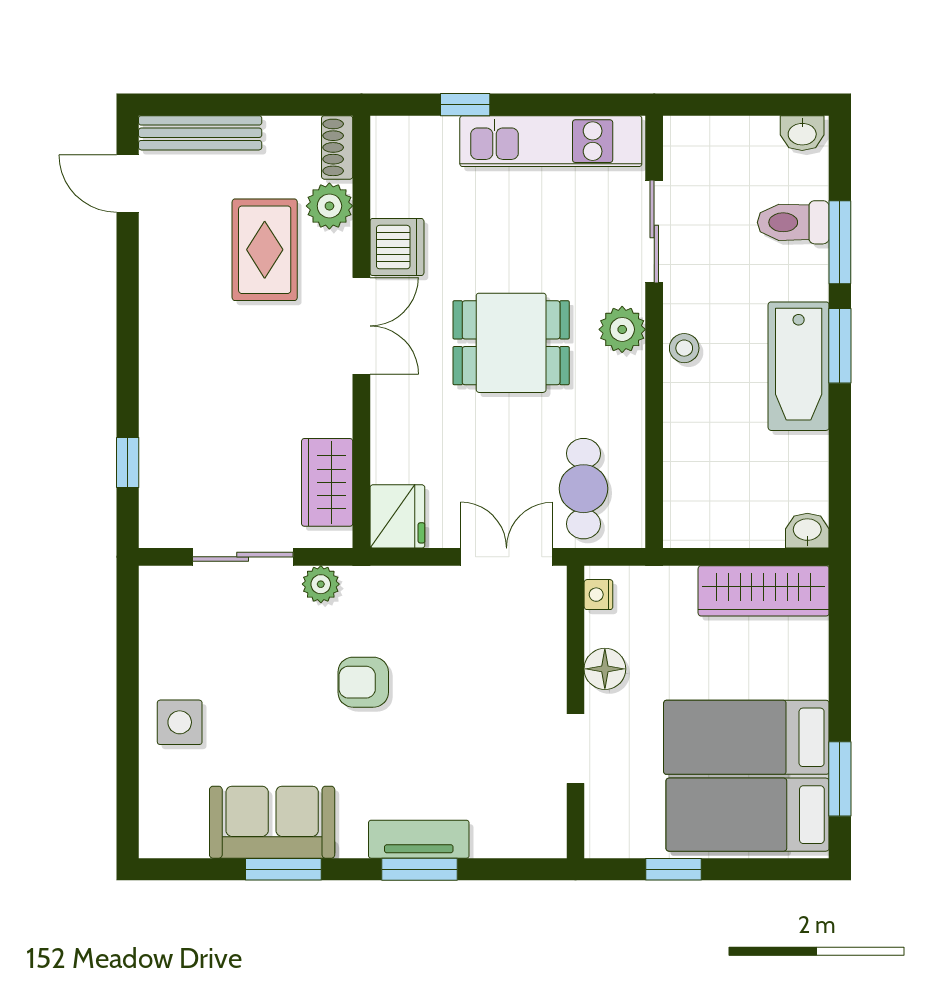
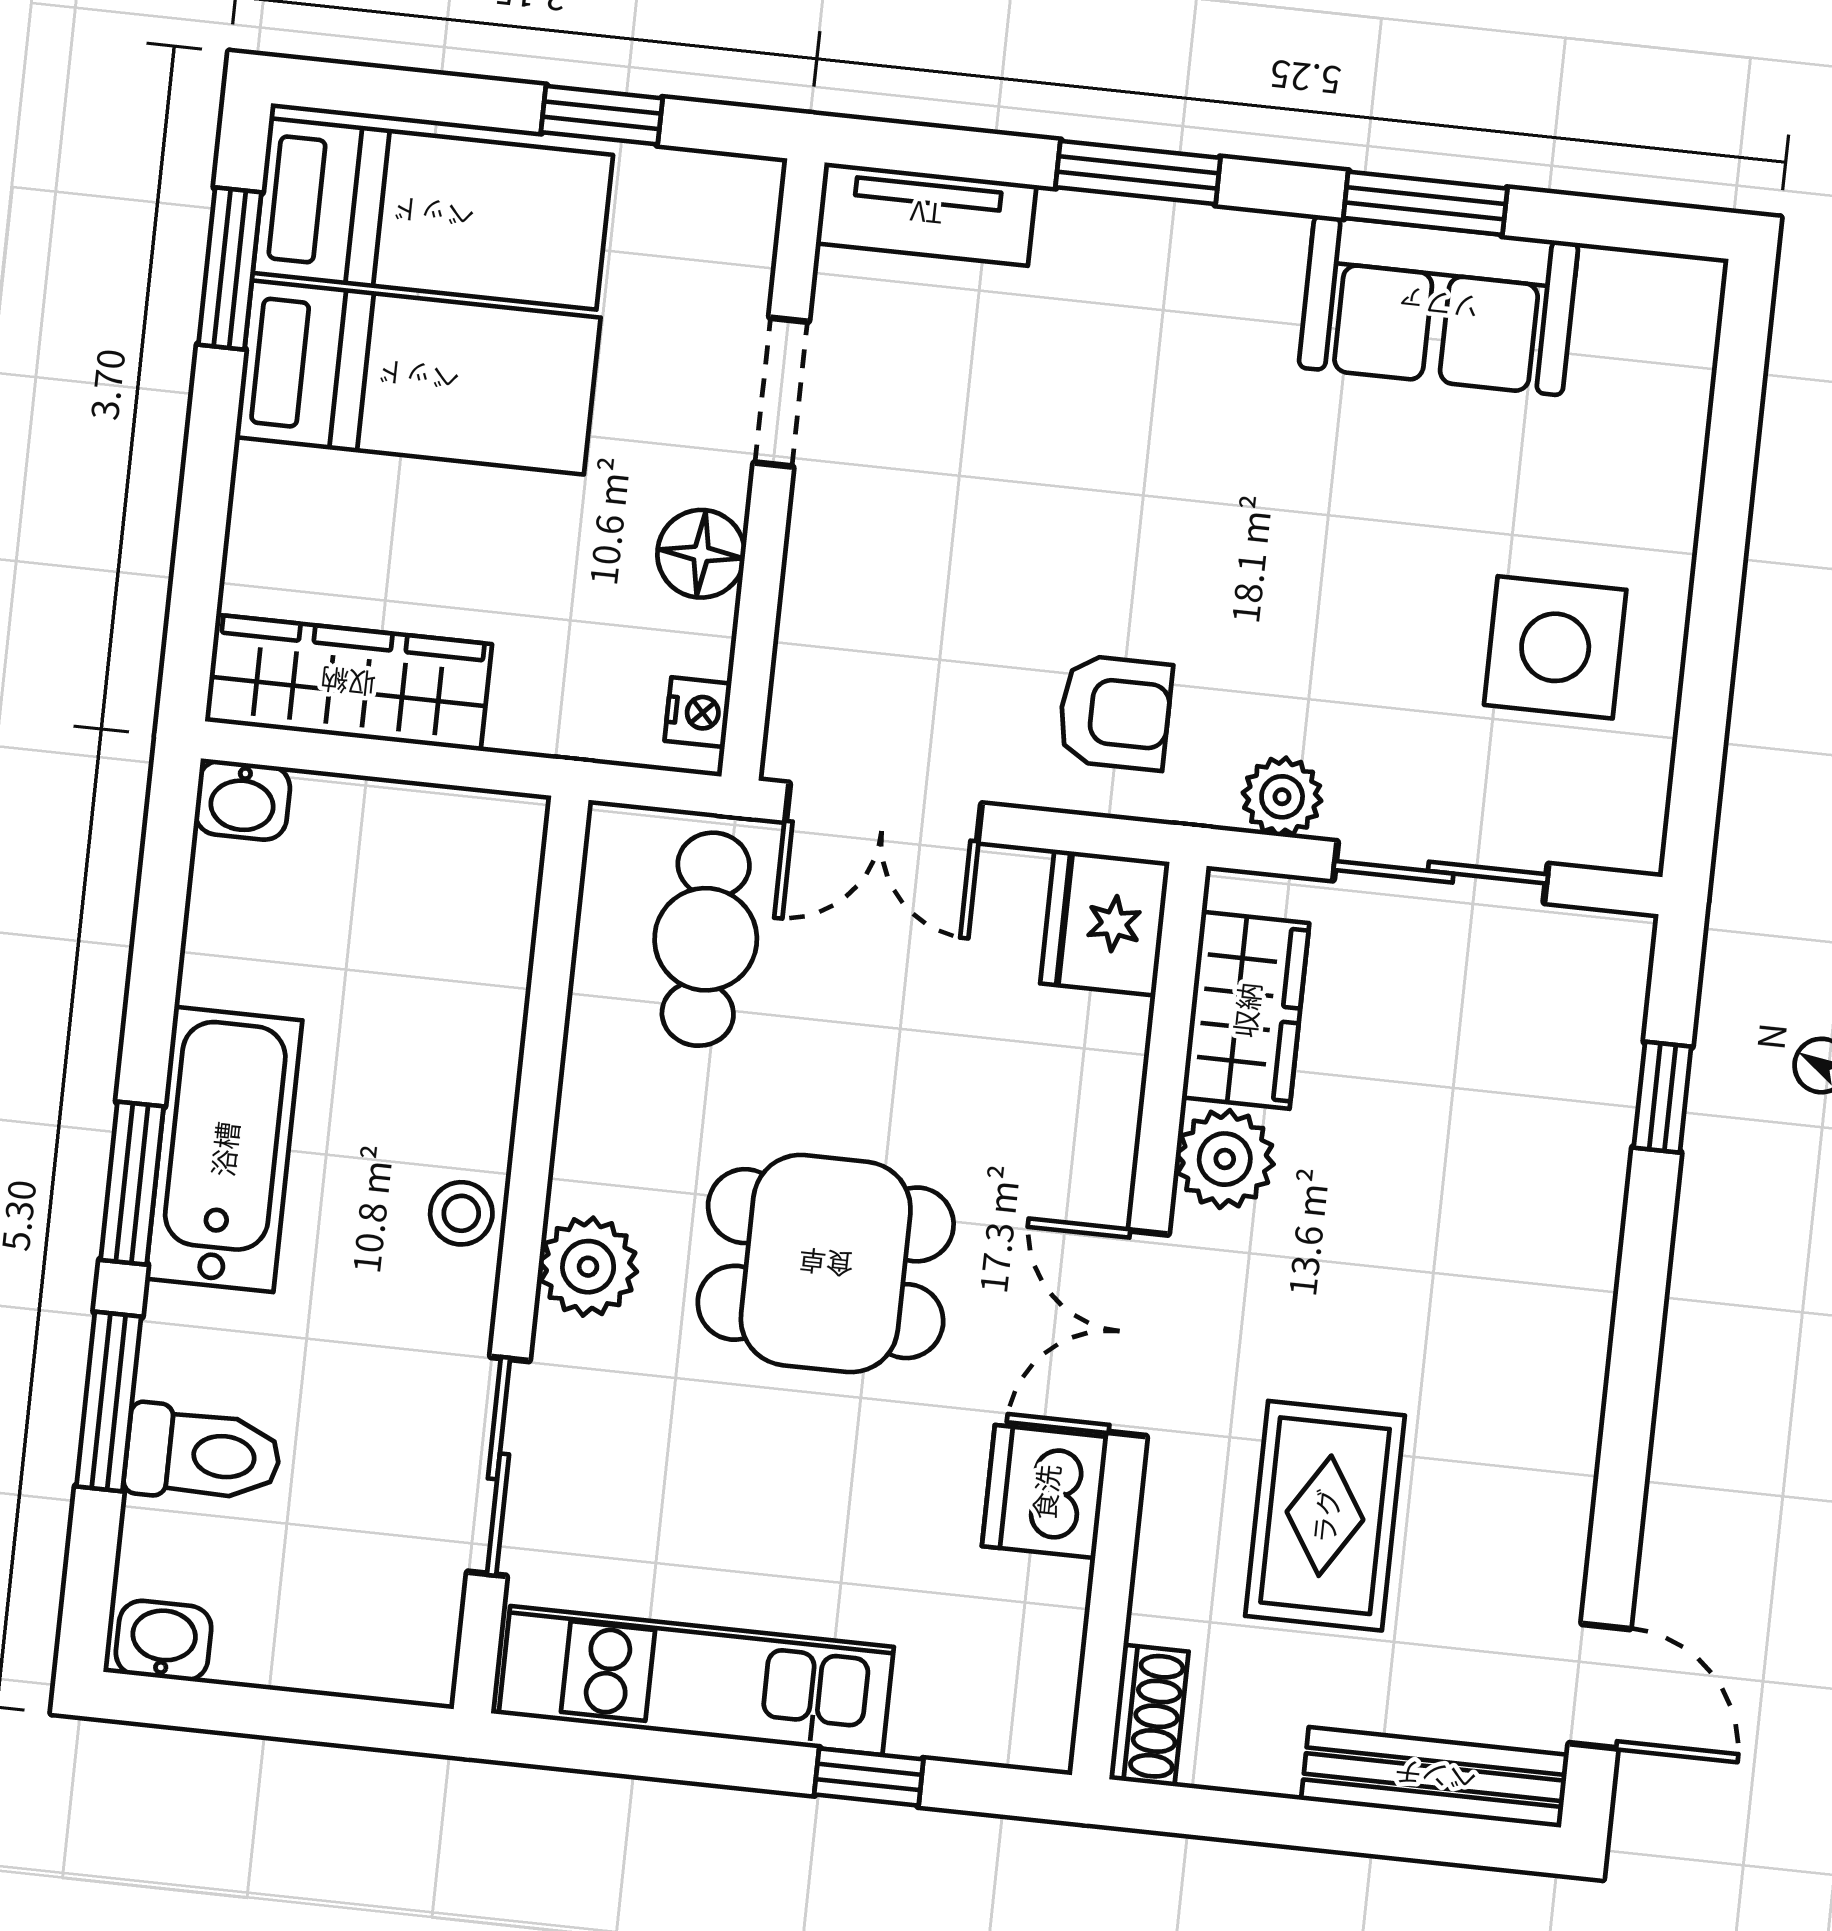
plant: (329, 206) -> (1225, 1159), moved
armchair: (363, 682) -> (1115, 713), moved
side table: (180, 722) -> (1555, 647), moved, width x1.37, depth x1.37
tv unit: (419, 839) -> (926, 214), moved

